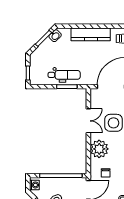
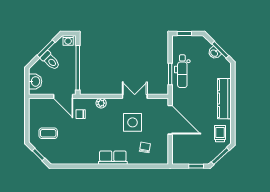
washbasin: (55, 36) -> (214, 53), moved
double door: (88, 121) -> (135, 96), swing flipped
plant: (99, 149) -> (101, 103), width x0.53, depth x0.53

